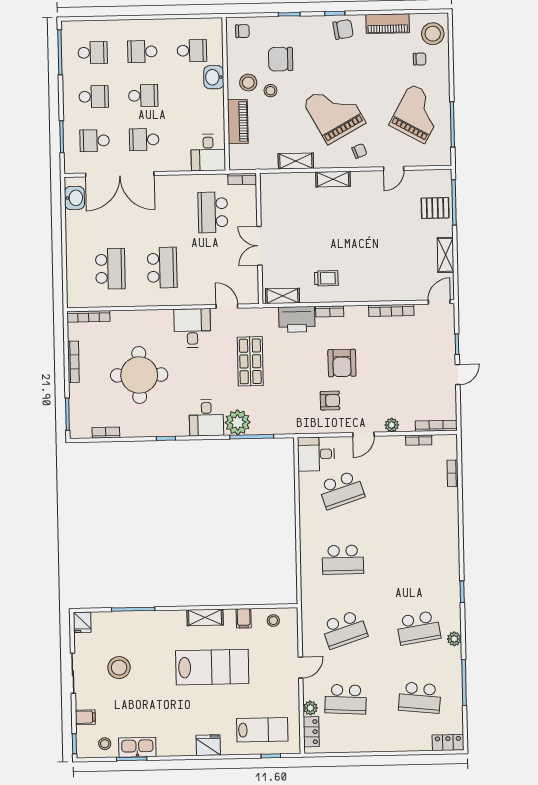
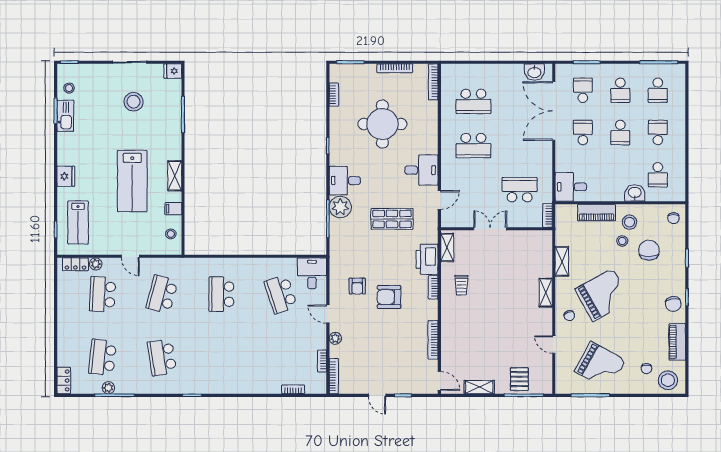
school desk: (344, 629) -> (162, 294), turned 33
plant: (454, 639) -> (108, 388), moved
filing cabinet: (85, 717) -> (92, 72), removed

